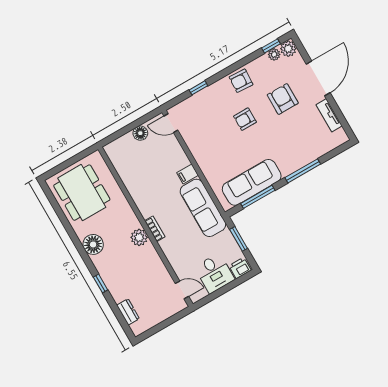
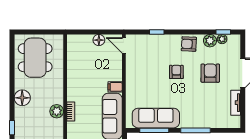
plant: (288, 49) -> (210, 41), moved
armchair: (245, 119) -> (176, 72), turned 90

